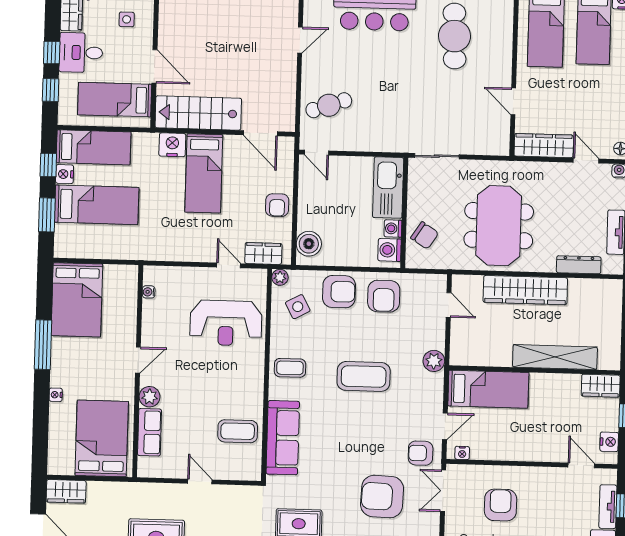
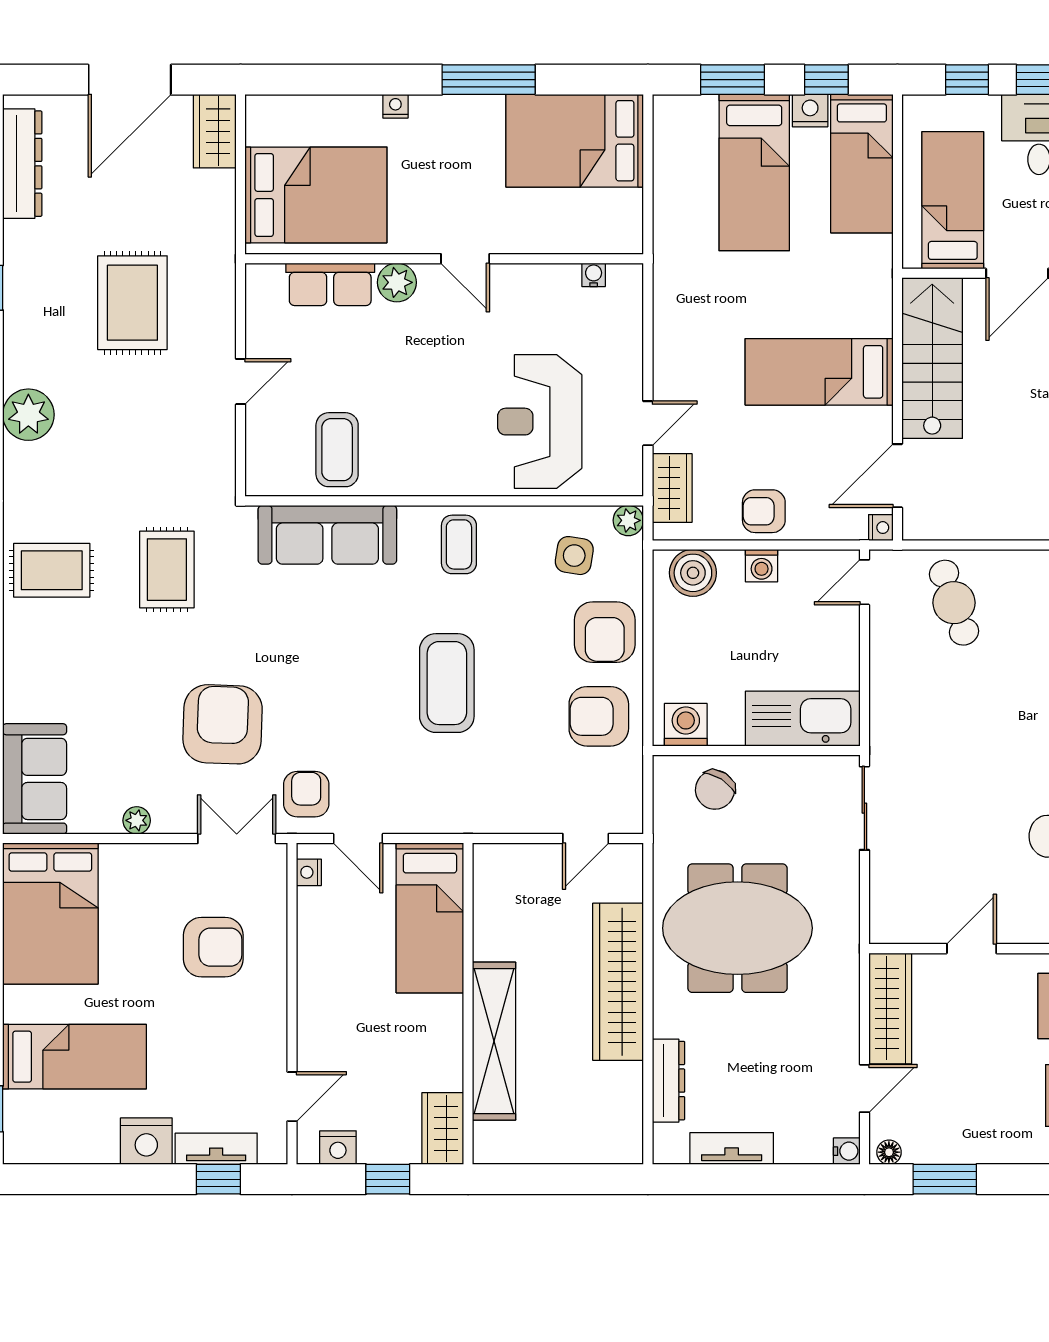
nightstand: (172, 145) -> (881, 528), moved, width x0.53, depth x0.56
washing machine: (393, 228) -> (762, 566), moved, turned 180
side table: (298, 307) -> (574, 556), turned 37
plant: (434, 361) -> (480, 814), removed

